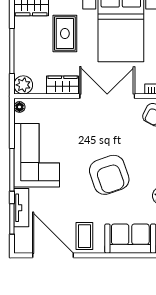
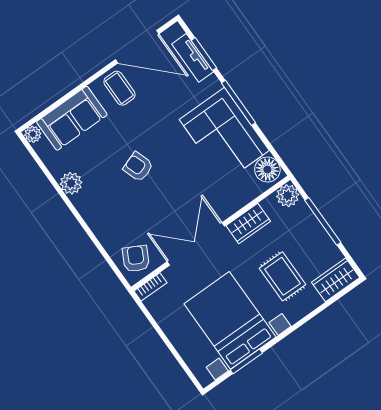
double door: (107, 96) -> (196, 244), swing flipped
floor lamp: (19, 107) -> (267, 170), width x1.89, depth x1.89
armchair: (109, 175) -> (138, 167), width x0.53, depth x0.53
tv unit: (21, 208) -> (193, 58), moved

